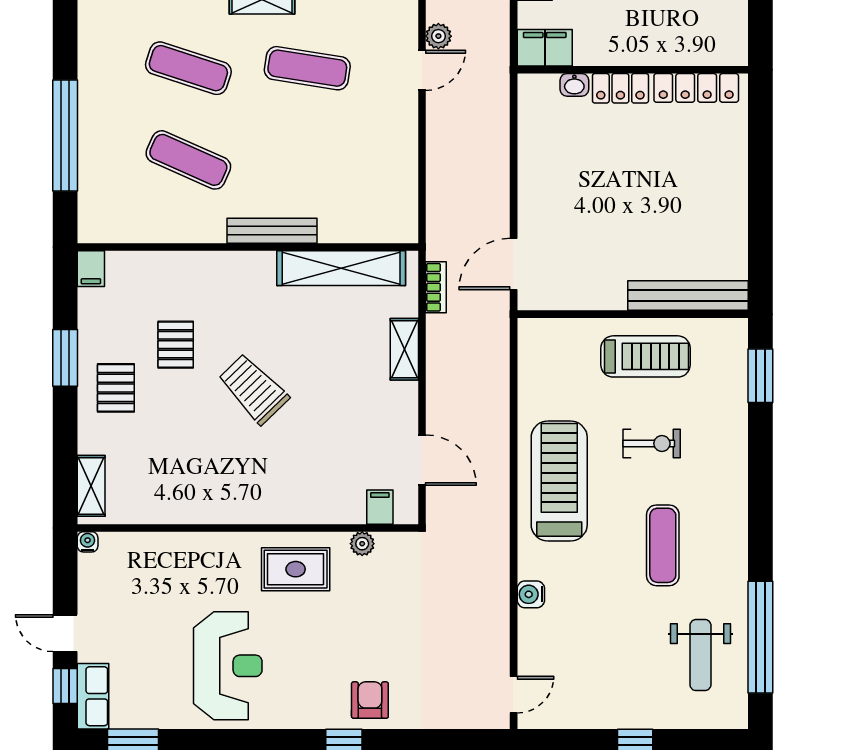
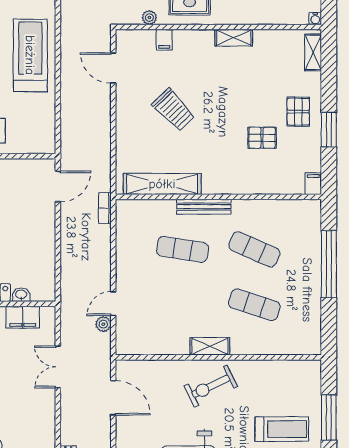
filing cabinet: (545, 48) -> (23, 317), moved
exercise mat: (307, 68) -> (183, 249), moved
bookcase: (436, 287) -> (105, 208), moved
pallet: (176, 345) -> (262, 138), turned 90
shelving: (404, 349) -> (234, 38), moved, turned 90
trolley: (253, 389) -> (173, 110), moved
treadmill: (559, 481) -> (30, 55), turned 180
filing cabinet: (380, 507) -> (164, 40), moved

